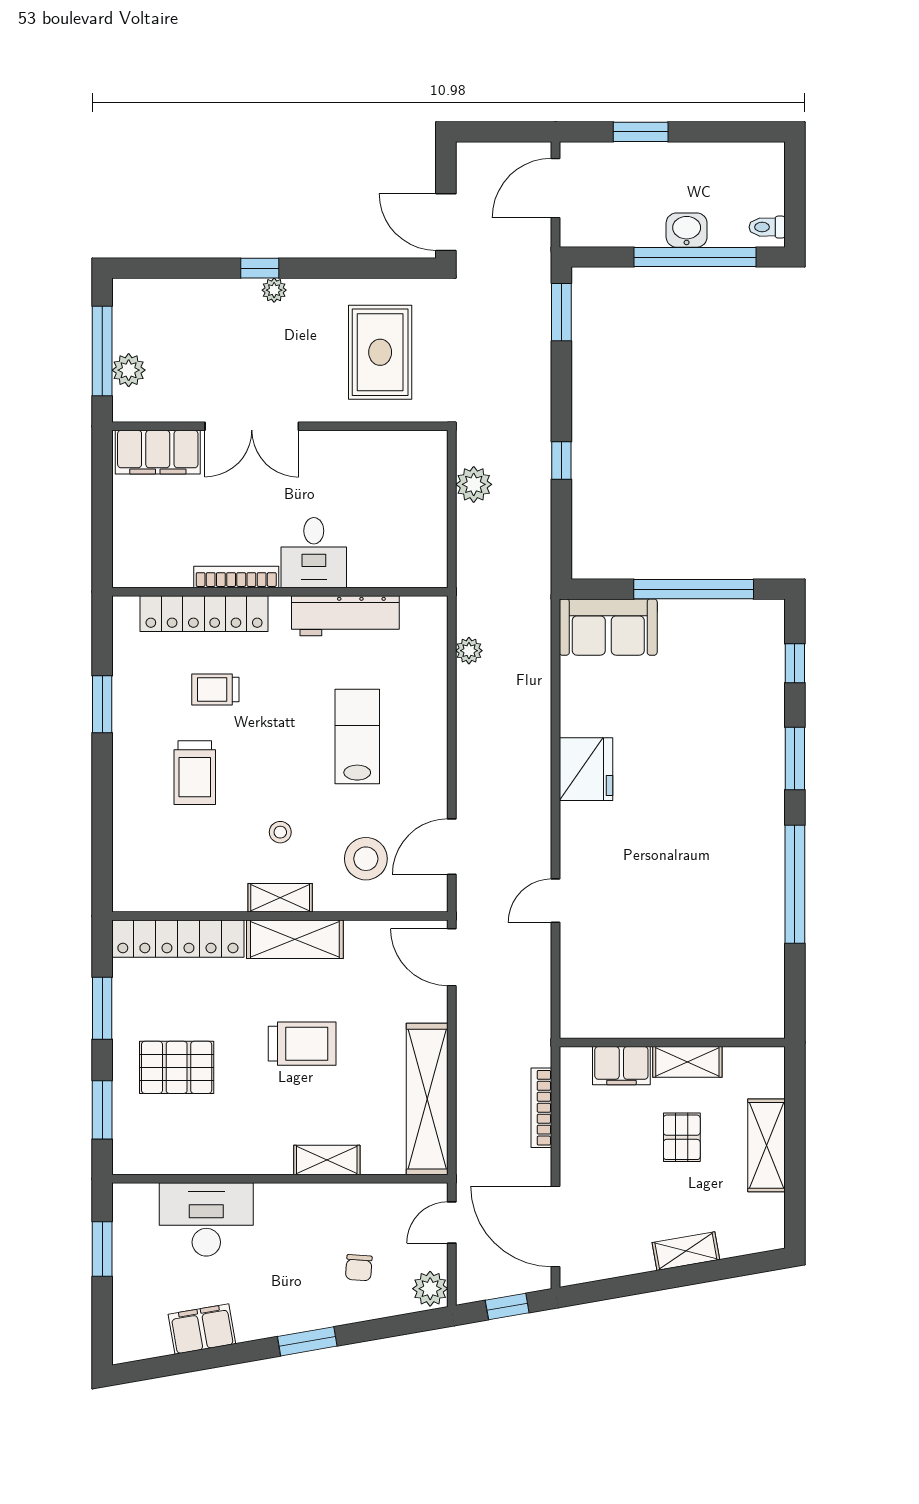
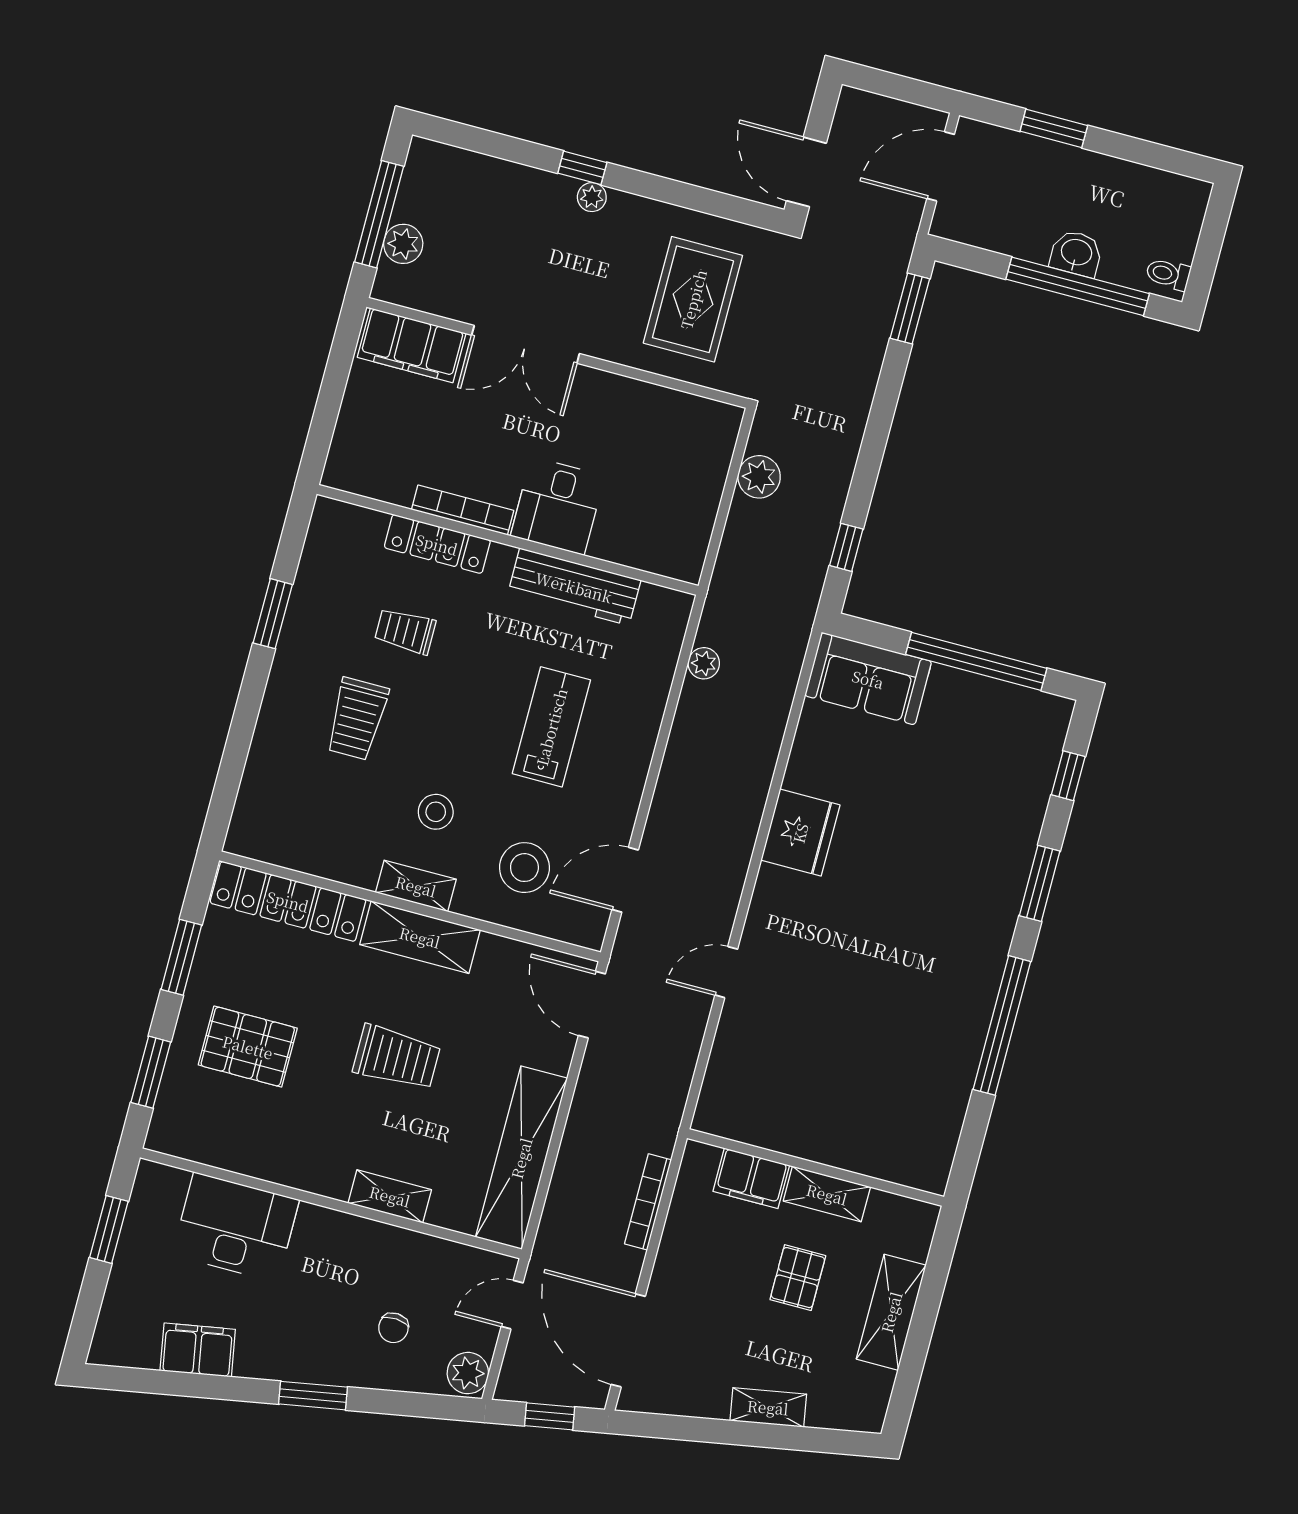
window: (561, 460) -> (846, 547), moved
locker: (204, 614) -> (437, 544), width x0.71, depth x0.83
stool: (280, 832) -> (436, 812), width x1.37, depth x1.37

